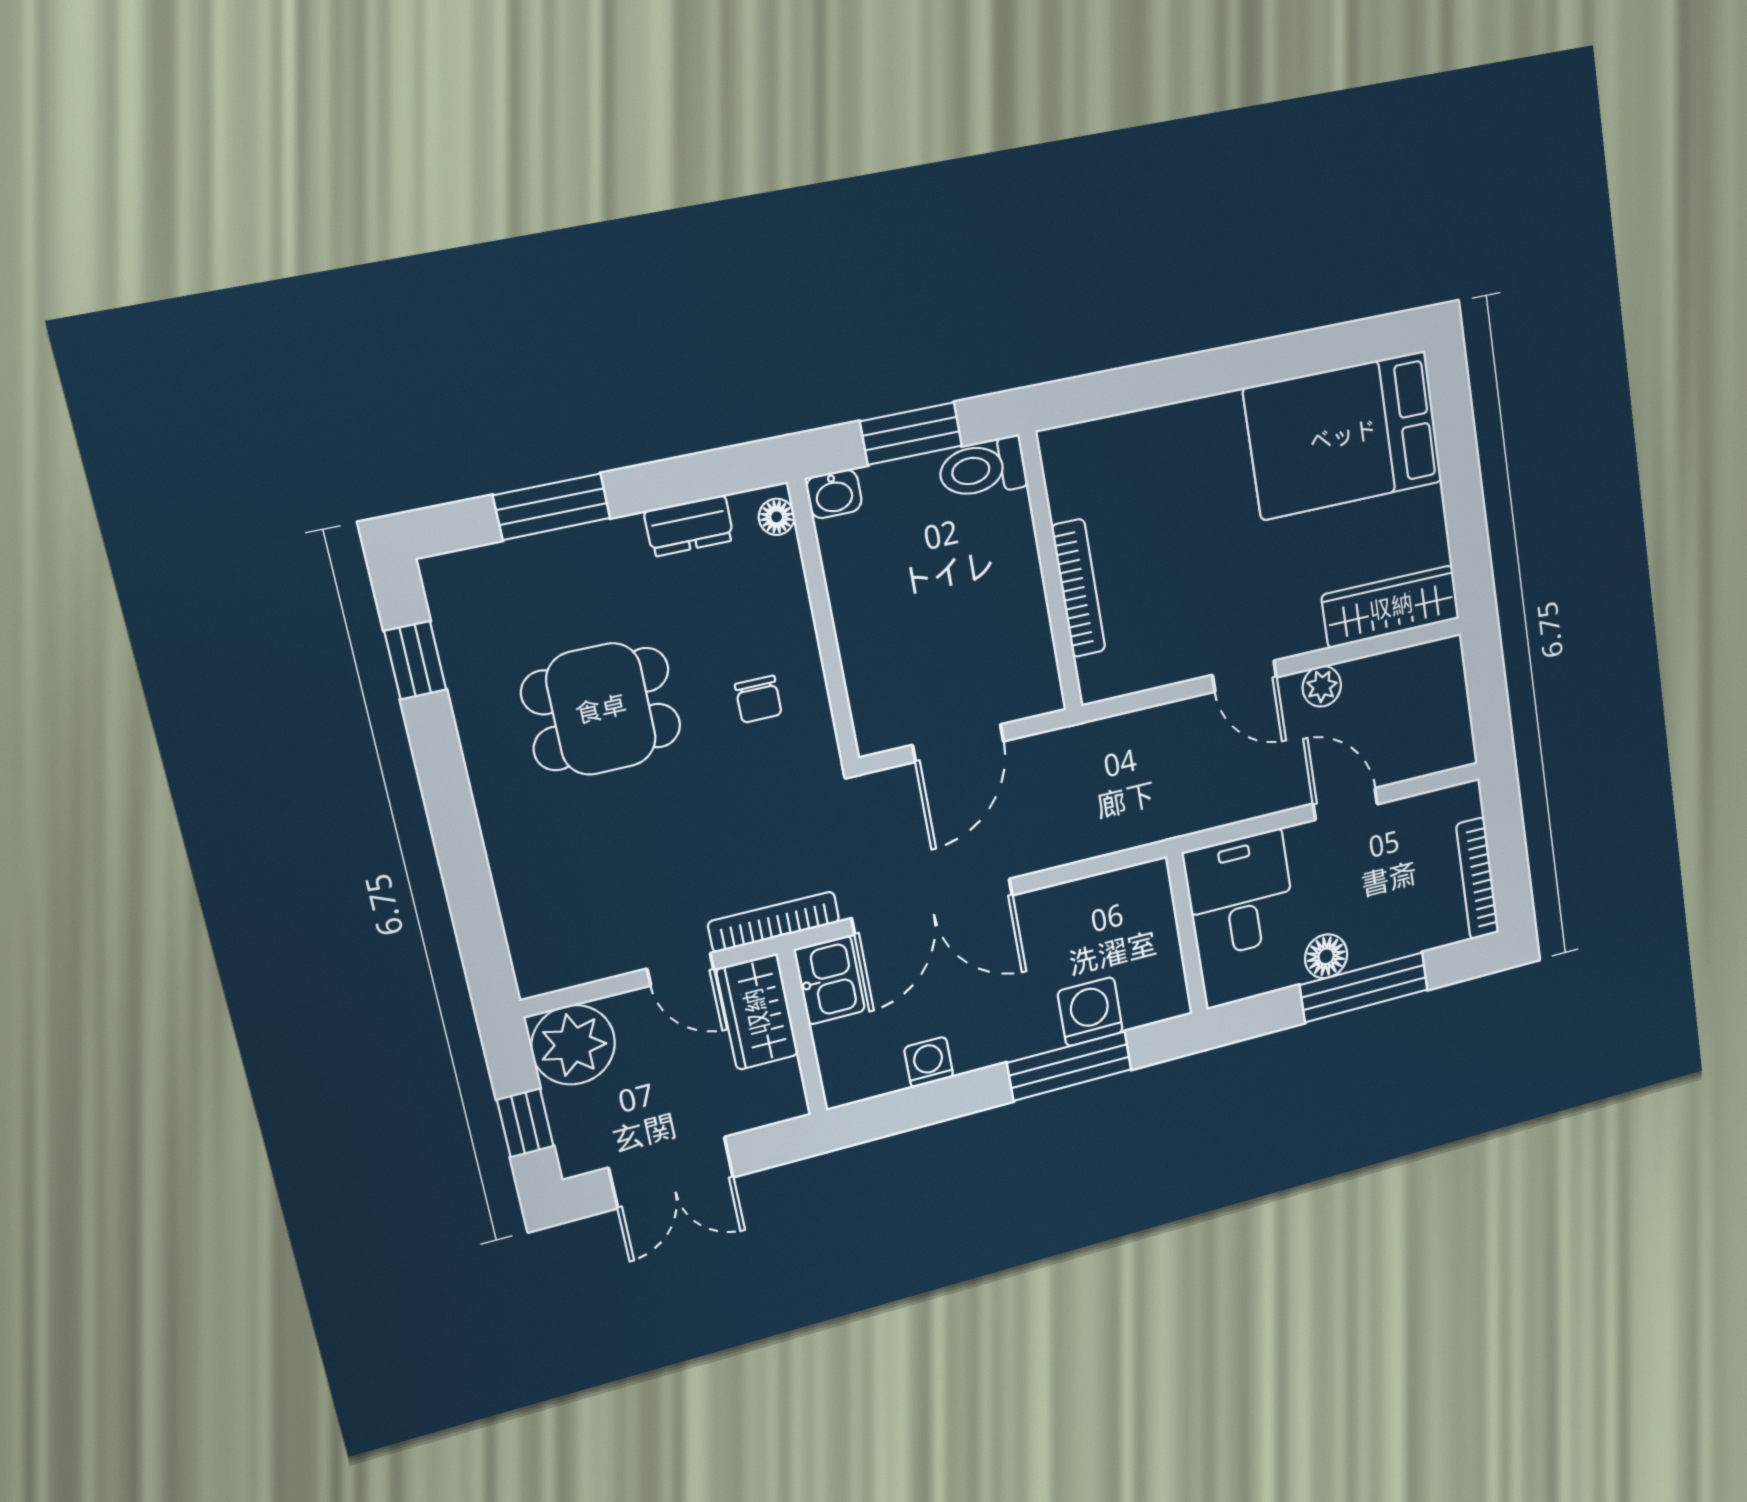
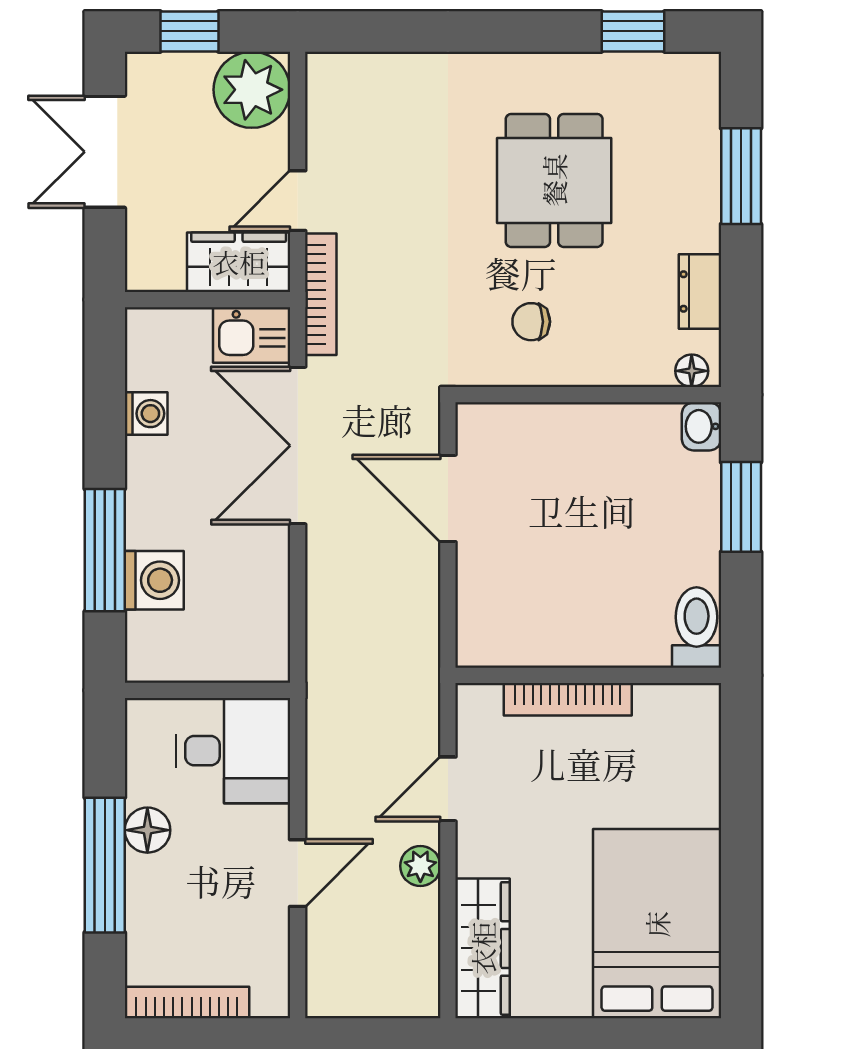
toilet: (982, 469) -> (697, 627), moved
wall: (1051, 572) -> (588, 675), moved
bookcase: (1078, 588) -> (568, 699), moved

